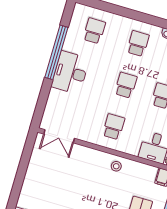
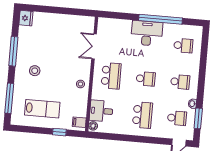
school desk: (114, 127) -> (111, 76), width x1.85
double door: (59, 136) -> (94, 46), moved

